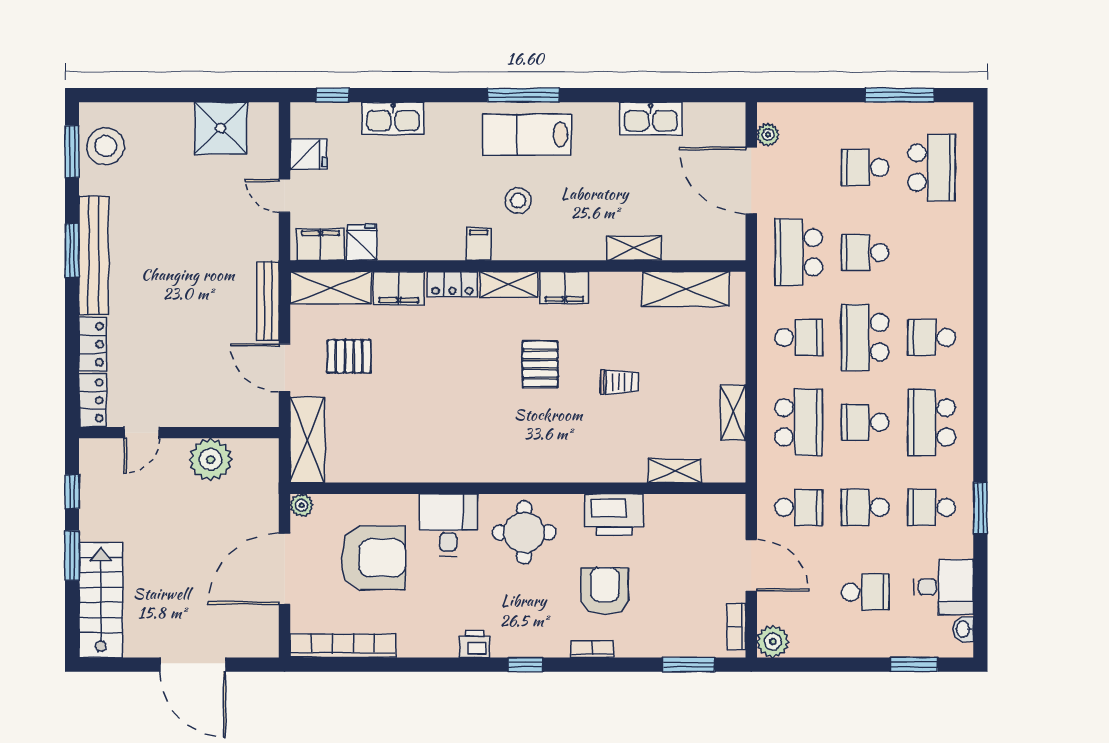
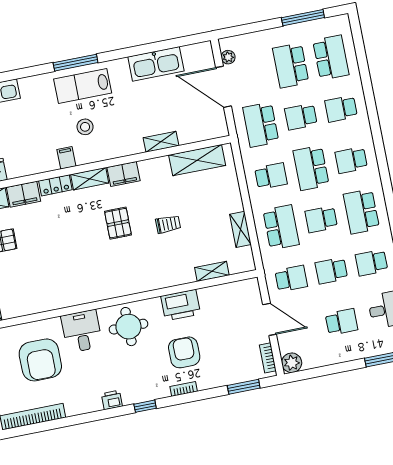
kitchen sink: (651, 119) -> (156, 64), width x1.36, depth x1.24
school desk: (865, 168) -> (291, 65), width x1.85
school desk: (932, 252) -> (341, 109), added
armchair: (373, 558) -> (40, 360), turned 90

